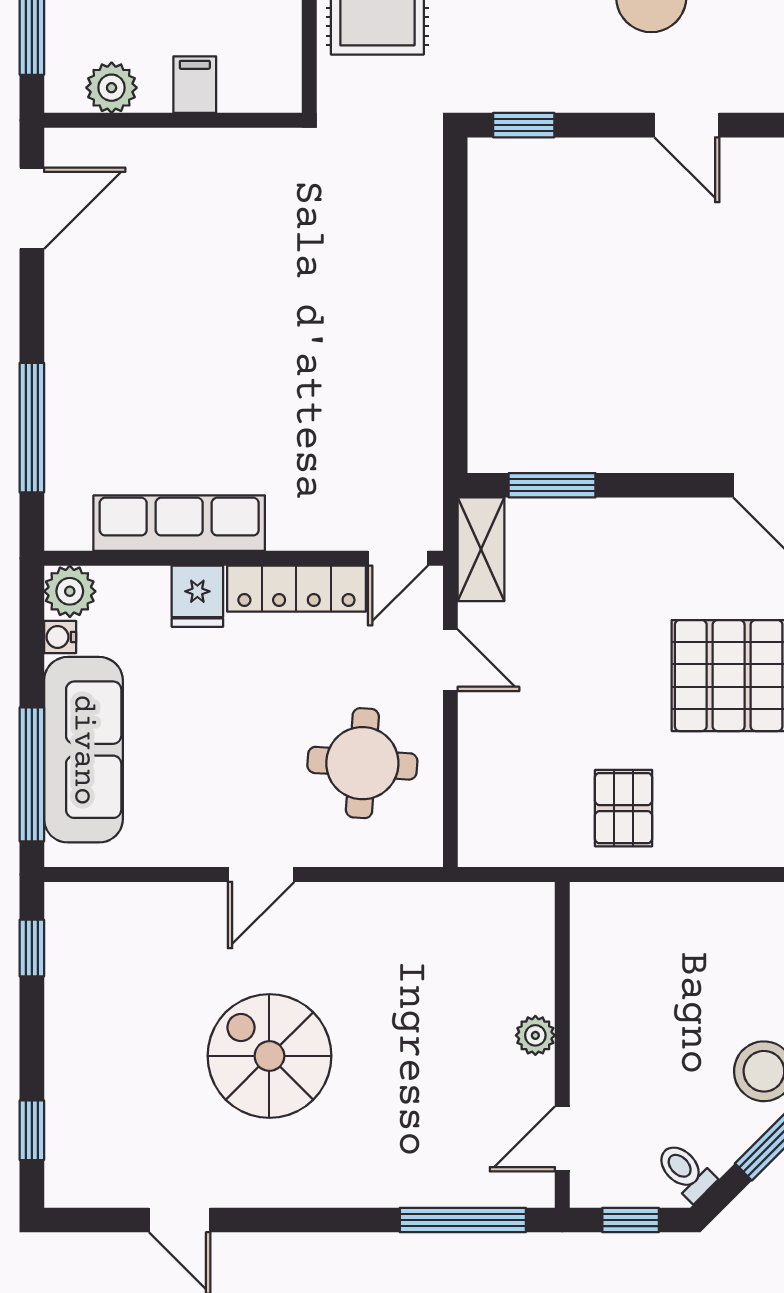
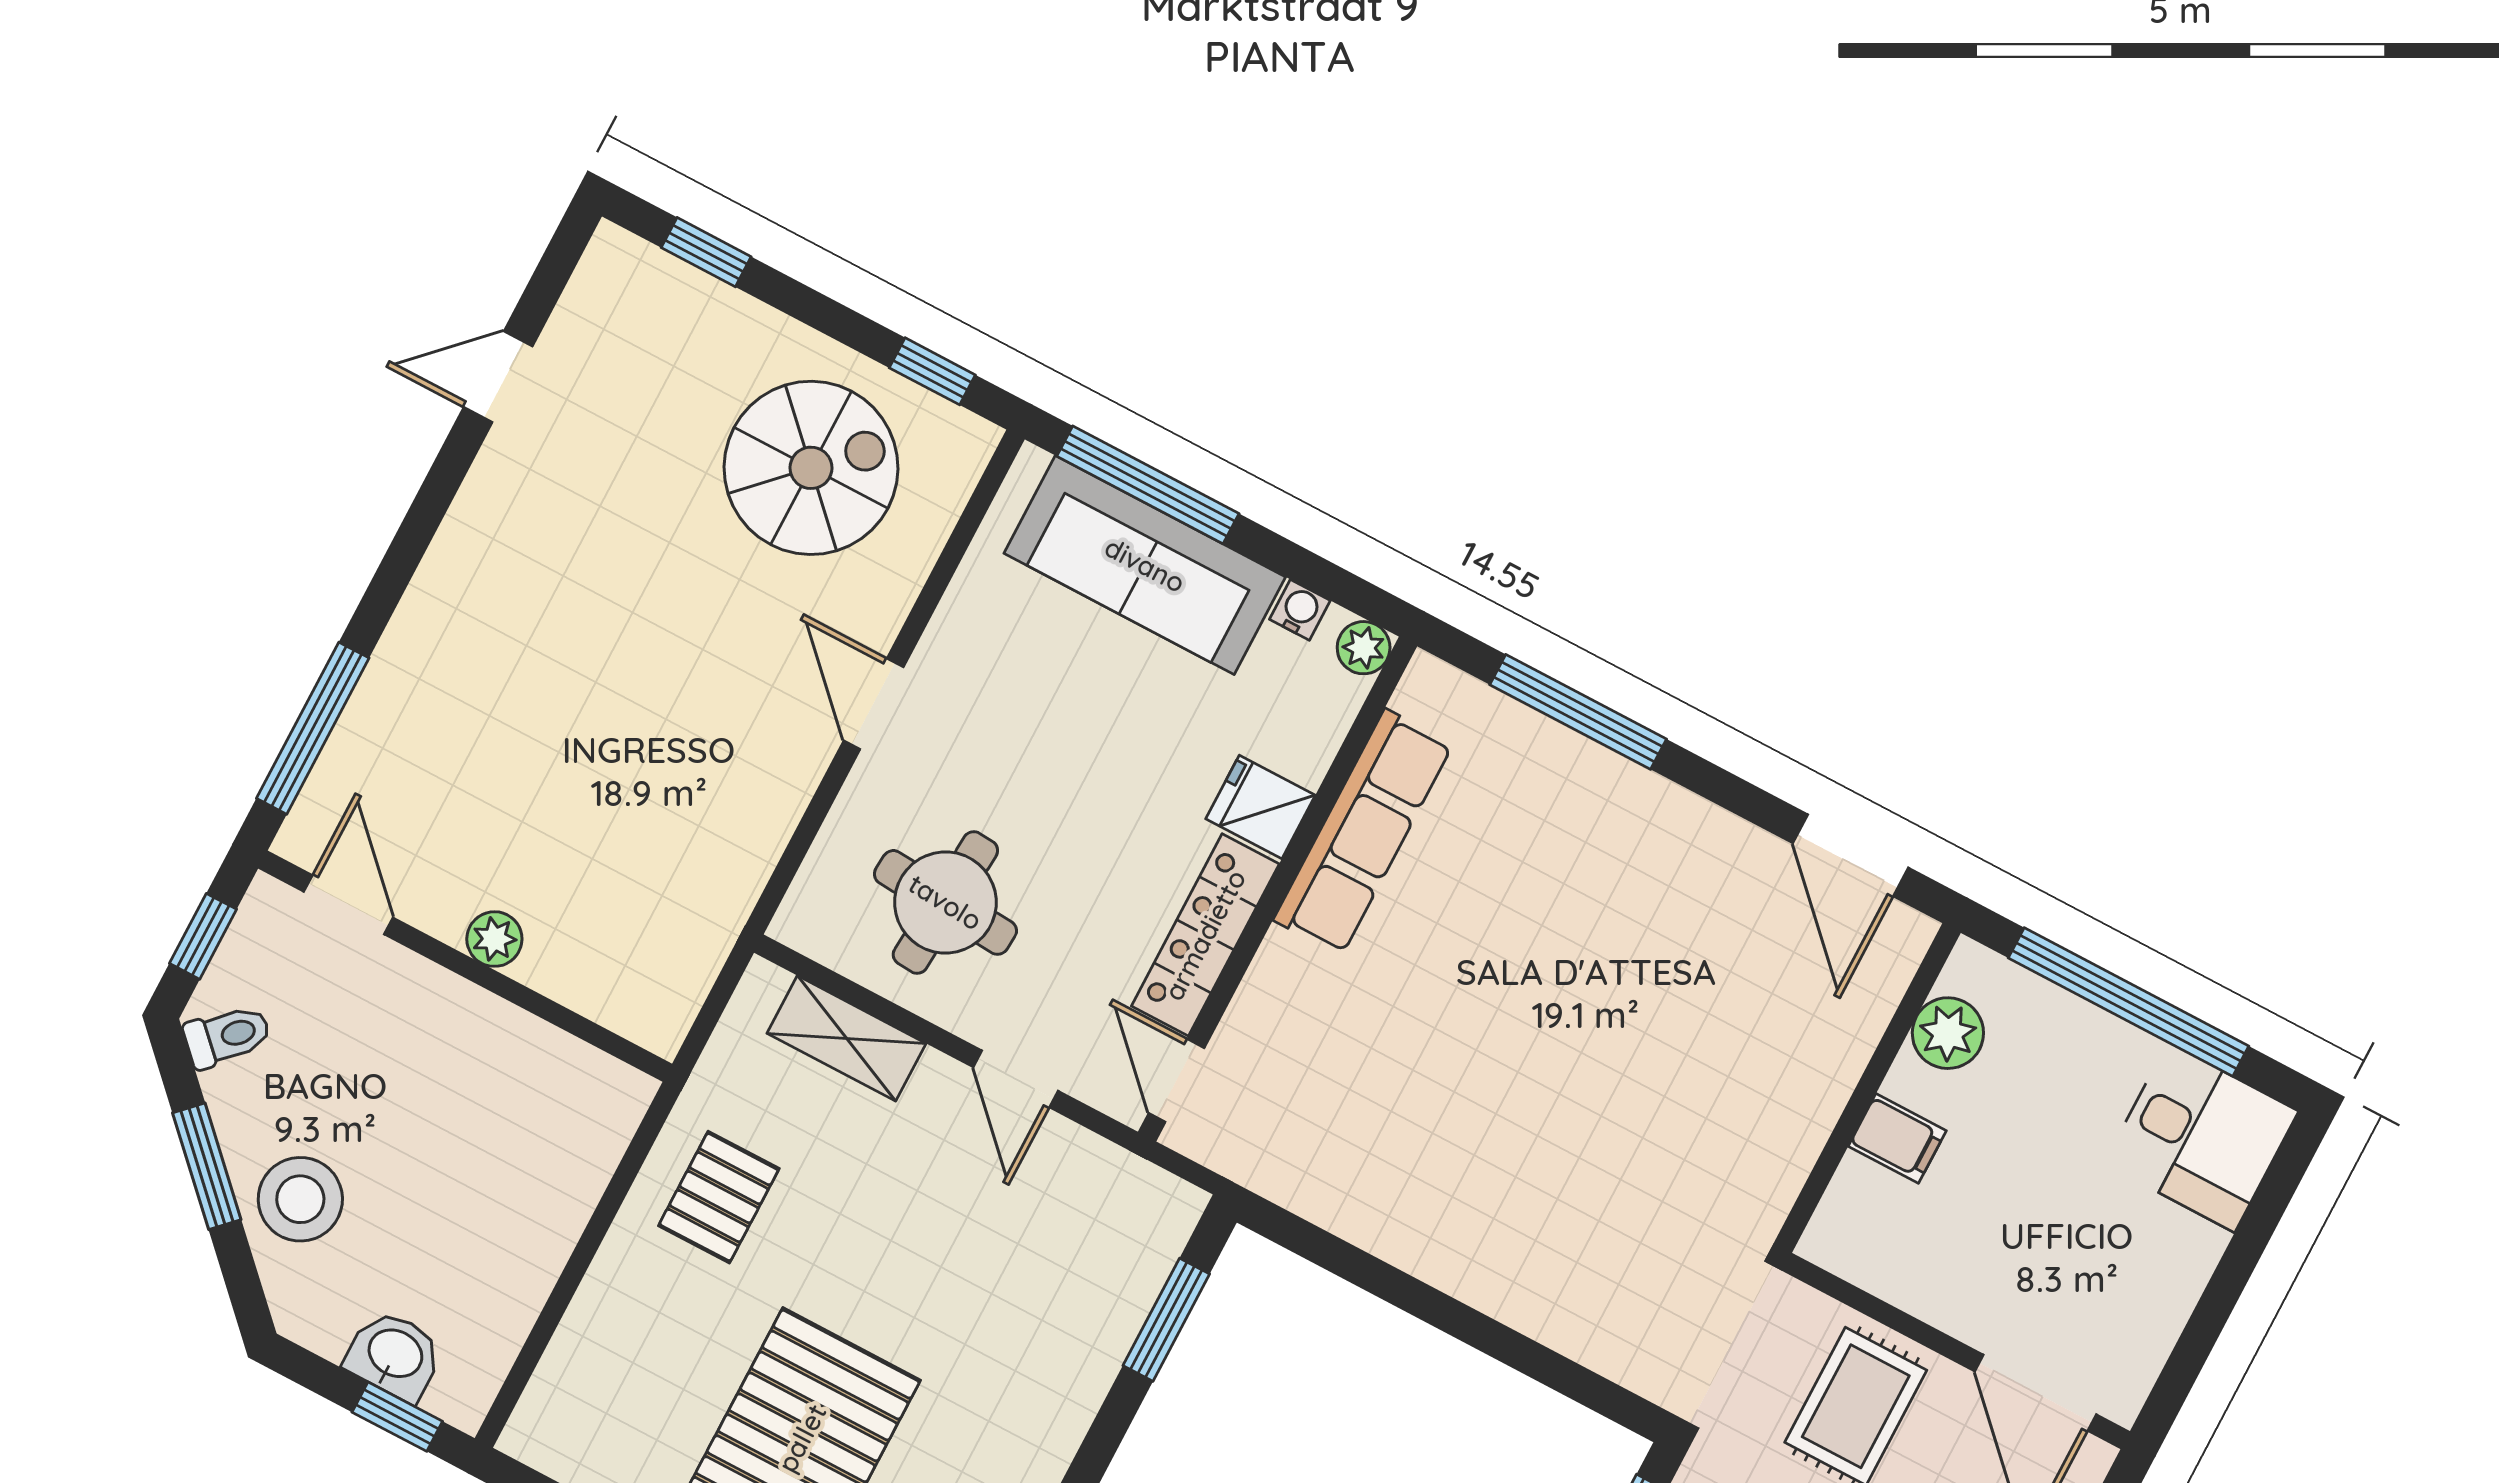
shelving: (481, 549) -> (846, 1038), moved
plant: (70, 591) -> (1364, 648), width x0.73, depth x0.73
door: (450, 660) -> (1016, 1079), hinge flipped
pallet: (624, 808) -> (719, 1197), turned 90
spiral stairs: (269, 1056) -> (811, 468), moved

